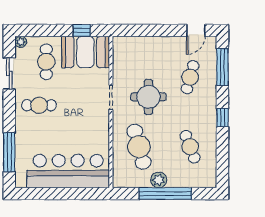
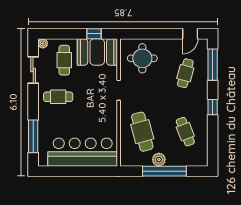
round table: (148, 97) -> (142, 58), moved

